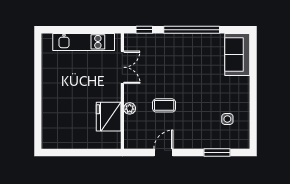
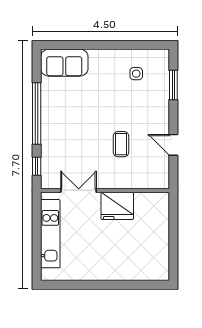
plant: (130, 108) -> (124, 183), removed
fridge: (109, 117) -> (117, 206), moved

